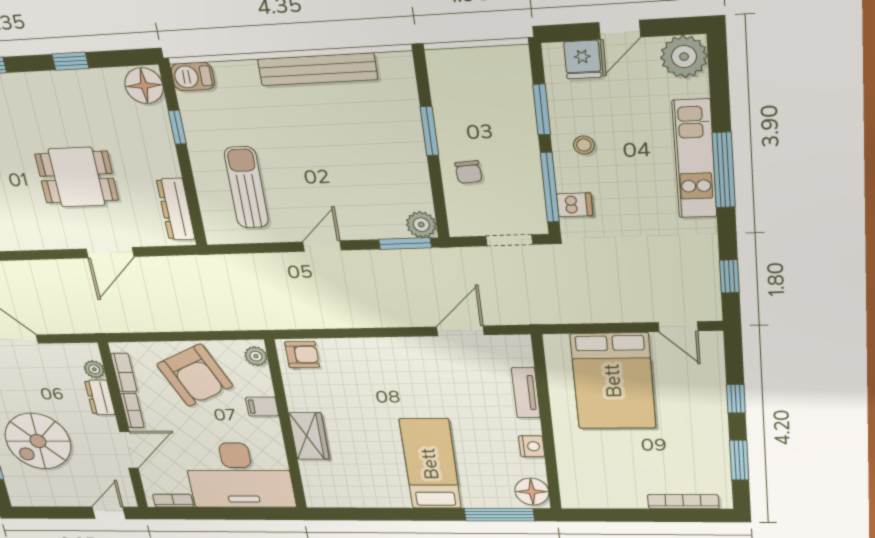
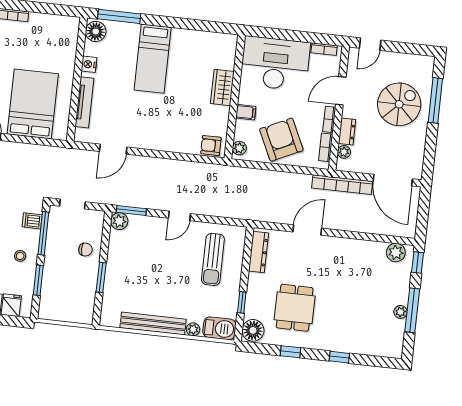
plant: (245, 71) -> (193, 329), added
barbecue: (193, 76) -> (219, 328), width x1.38, depth x1.27
chair: (469, 172) -> (85, 250), turned 94
dining table: (77, 177) -> (295, 308), moved, turned 90
bookcase: (80, 324) -> (342, 185), added
tv unit: (526, 393) -> (84, 102), width x1.41

